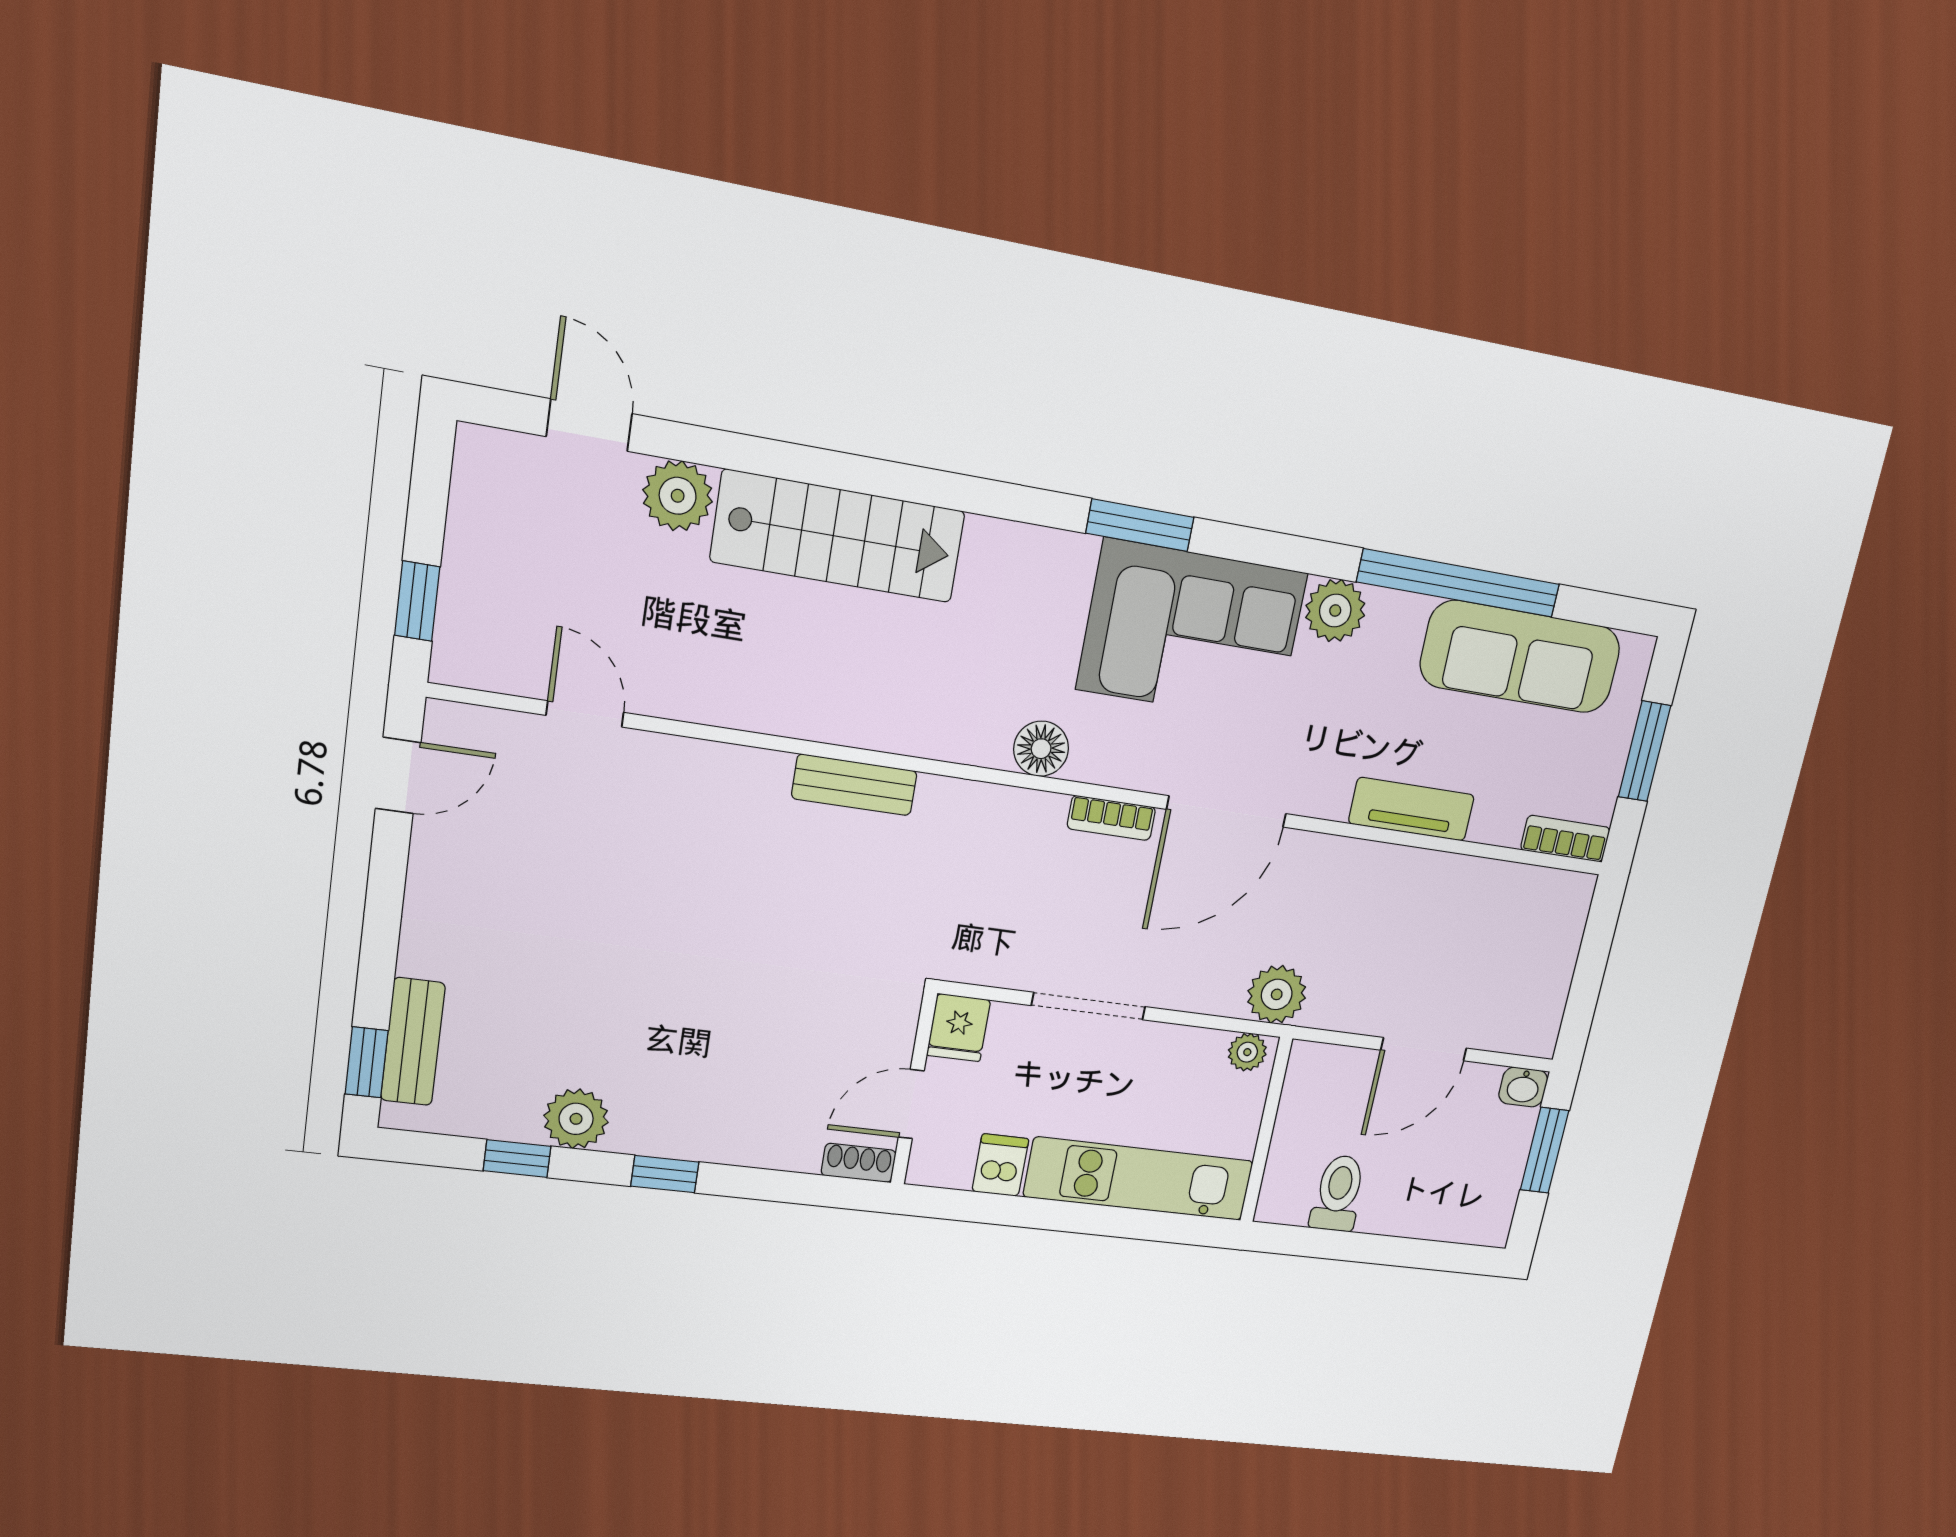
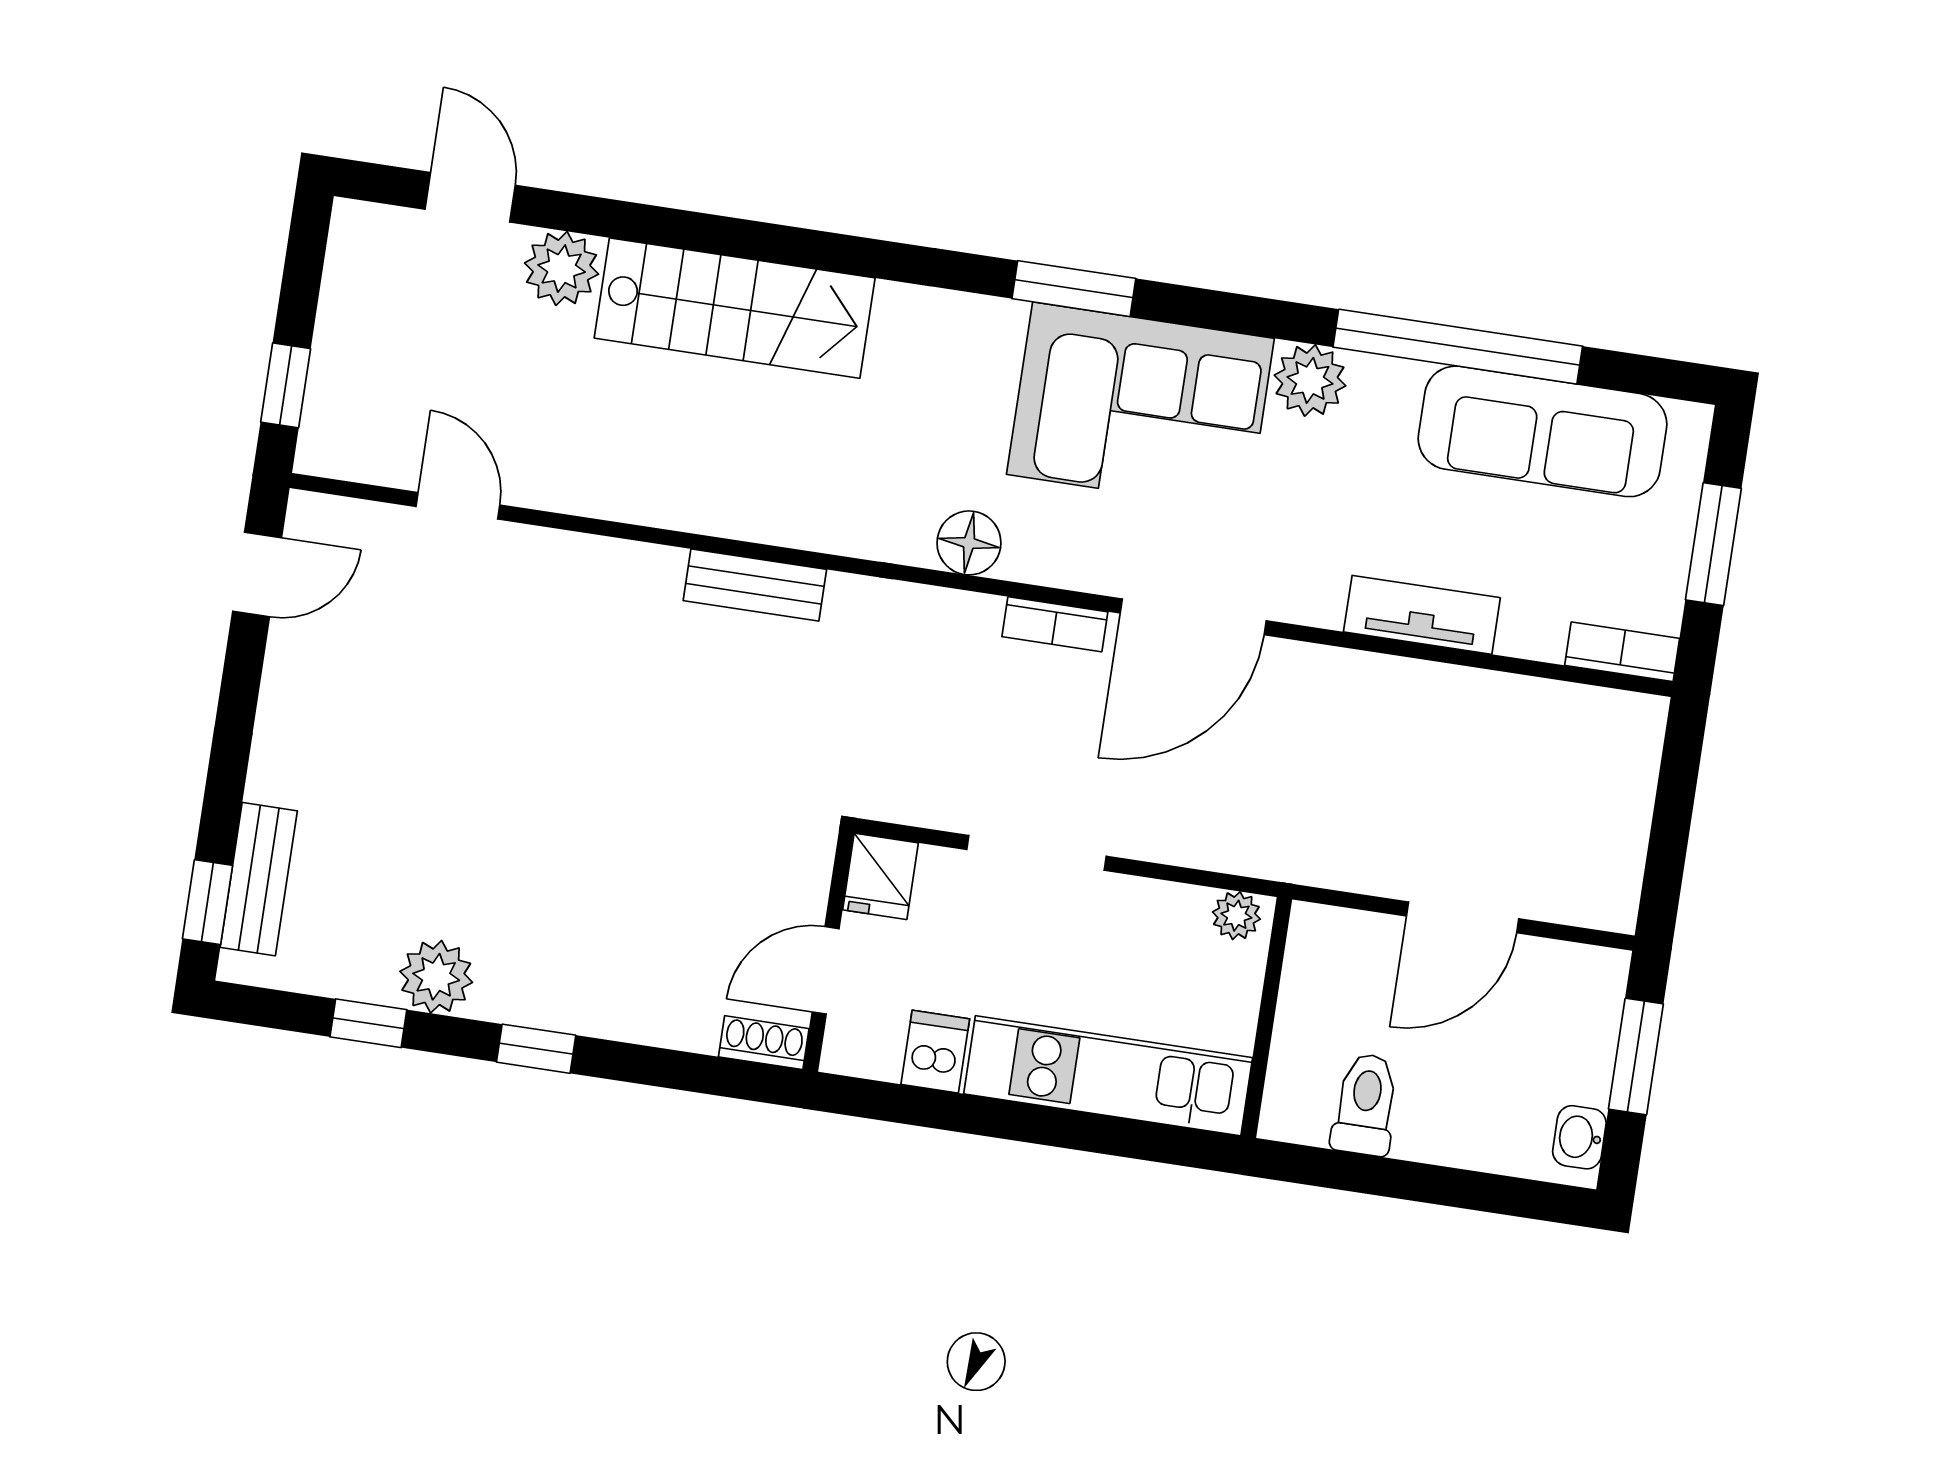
plant: (1277, 994) -> (1269, 843), removed
washbasin: (1523, 1087) -> (1579, 1137), moved, turned 90

